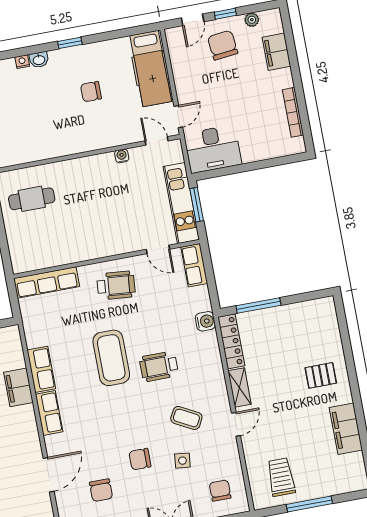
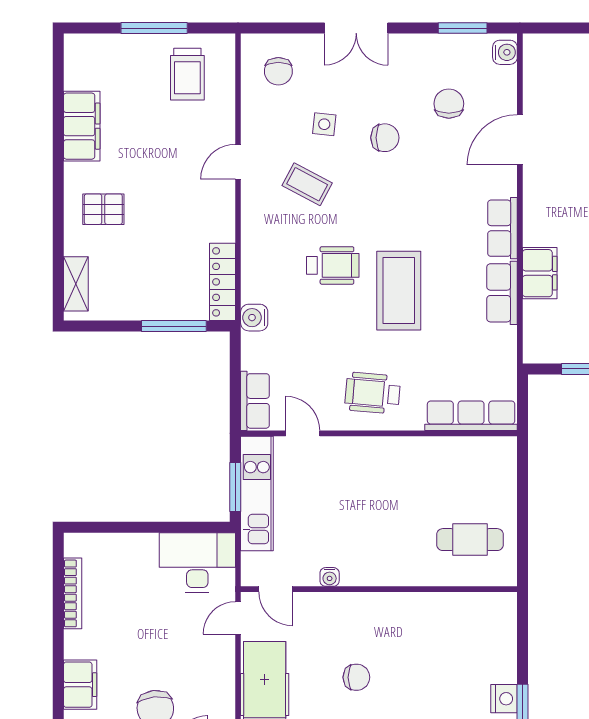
shelving: (239, 387) -> (76, 284), moved

